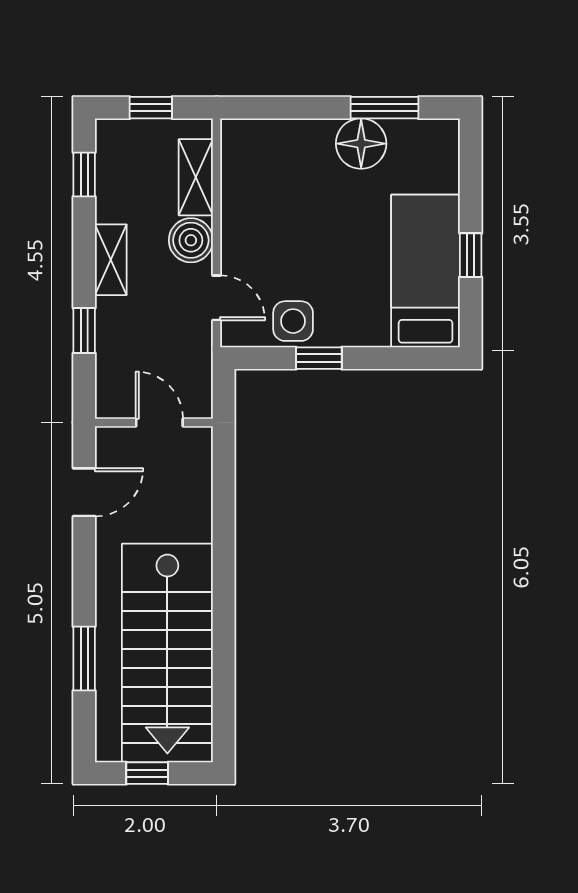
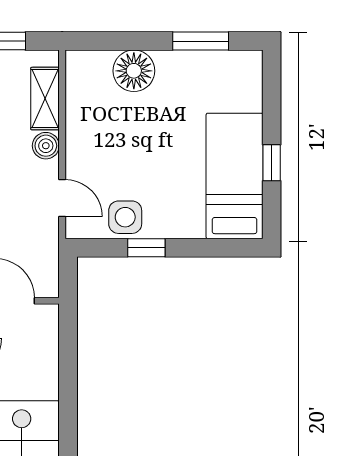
floor lamp: (361, 144) -> (134, 71), moved
boiler: (191, 240) -> (46, 146), width x0.73, depth x0.73

